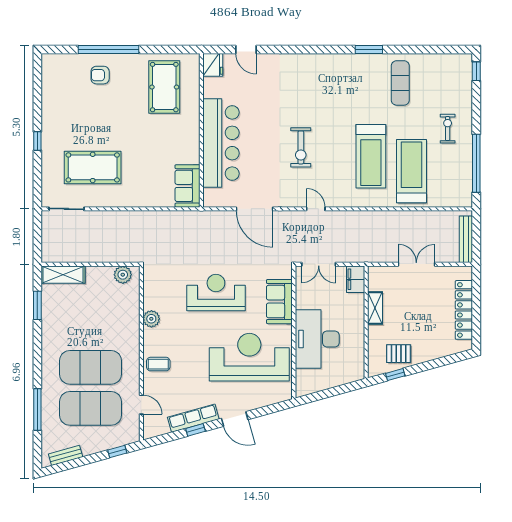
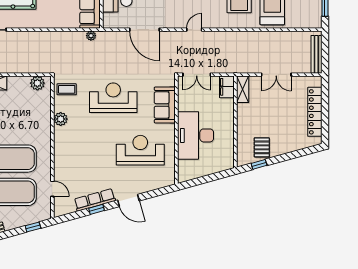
door: (316, 209) -> (194, 30), hinge flipped
plant: (189, 216) -> (91, 36), added
double door: (416, 264) -> (276, 75), swing flipped
shelving: (375, 308) -> (243, 89), moved
pallet: (399, 354) -> (262, 147), turned 90
reception desk: (249, 357) -> (140, 150), width x0.74, depth x0.77
coffee table: (158, 364) -> (67, 89), moved

